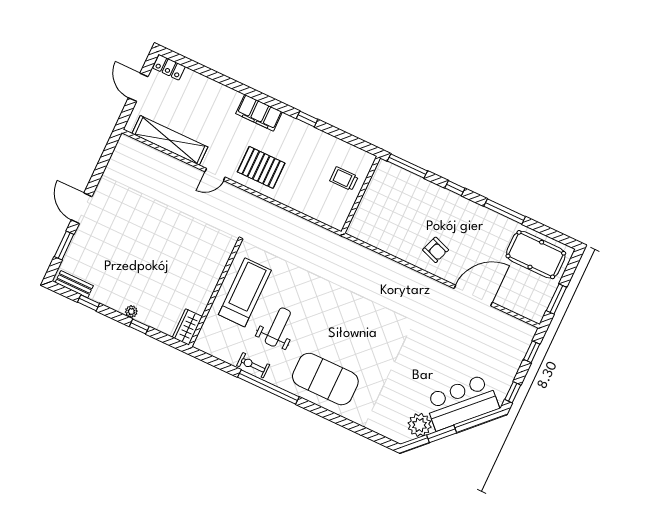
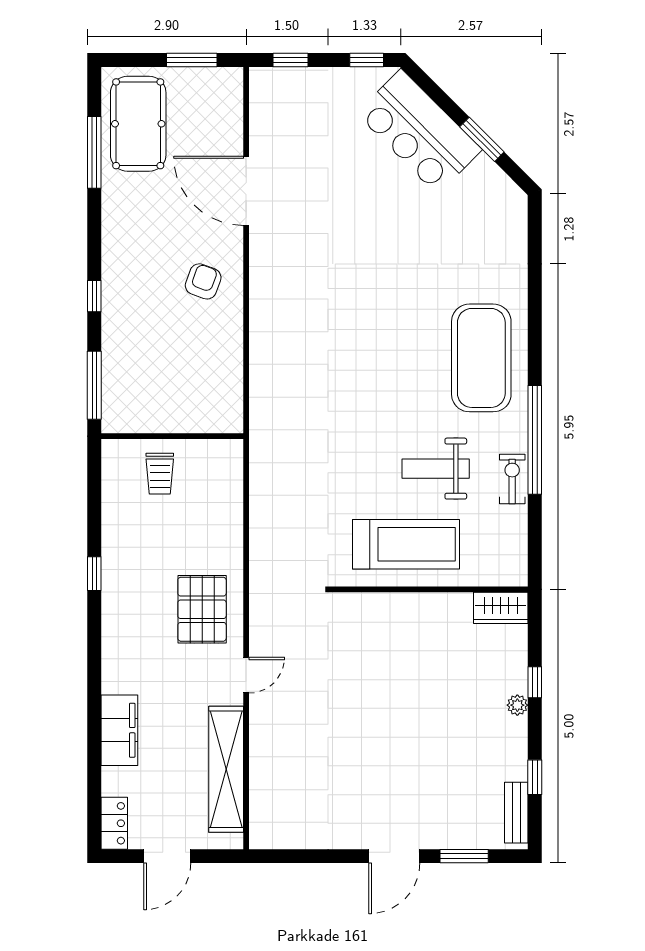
filing cabinet: (259, 113) -> (119, 730), moved
door: (215, 174) -> (246, 675), hinge flipped
window: (505, 211) -> (94, 152), moved
treadmill: (245, 292) -> (406, 544), turned 180
exercise bike: (253, 365) -> (512, 479), turned 180
plant: (420, 425) -> (484, 180), removed

